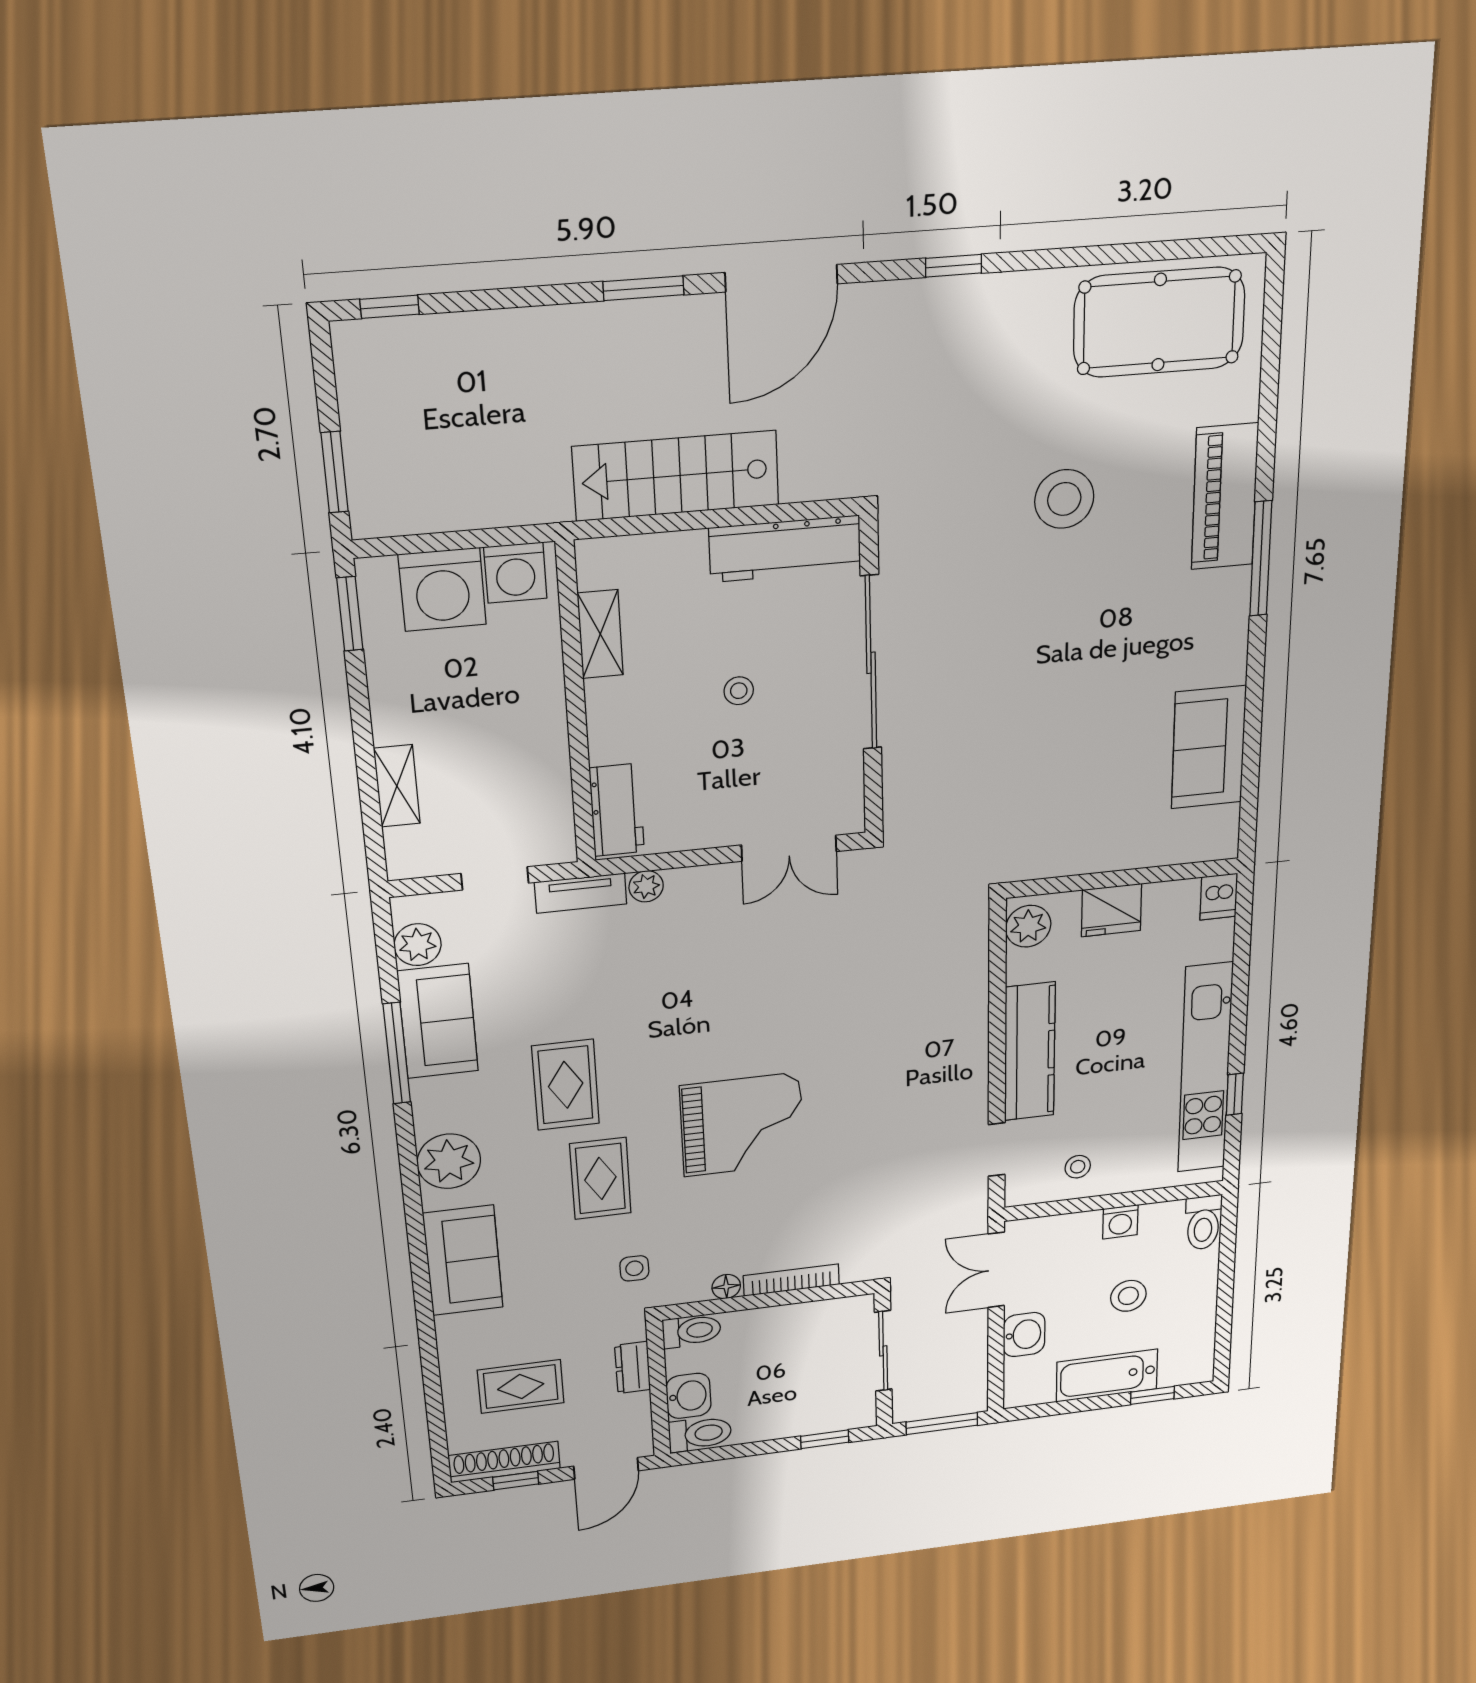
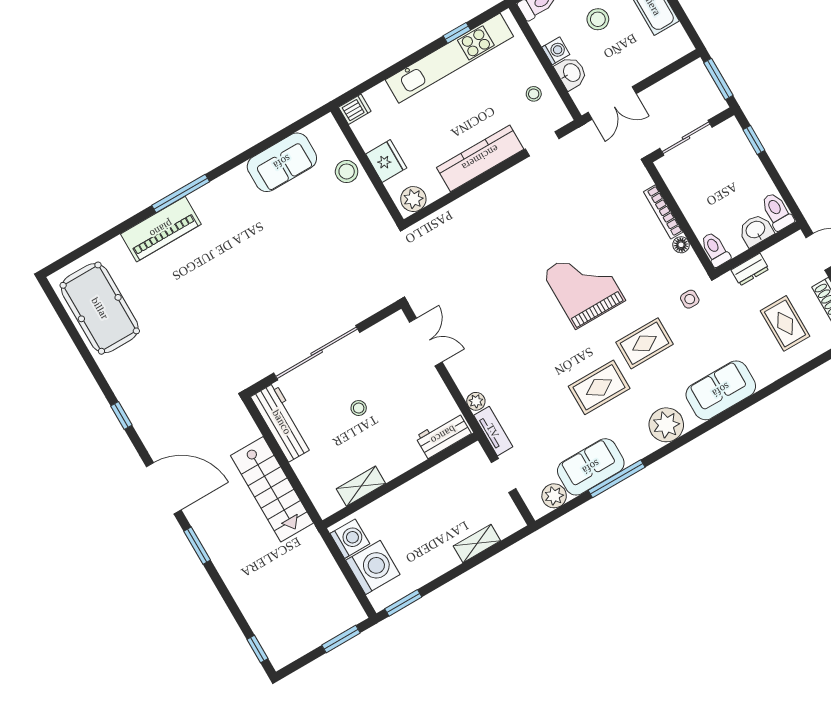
stool: (1064, 499) -> (347, 171), moved, width x0.73, depth x0.73
washbasin: (1024, 1335) -> (571, 73), moved, turned 90

